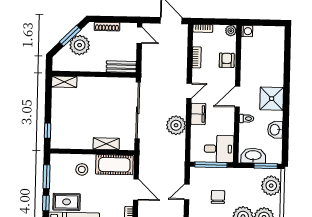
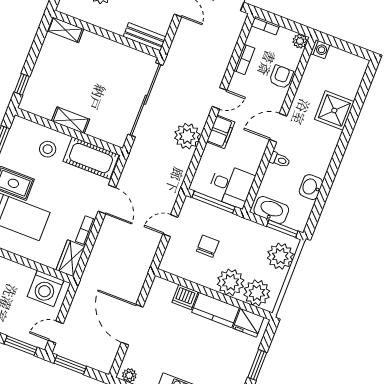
shower: (272, 99) -> (334, 110), moved
shelving: (106, 144) -> (71, 120), moved

